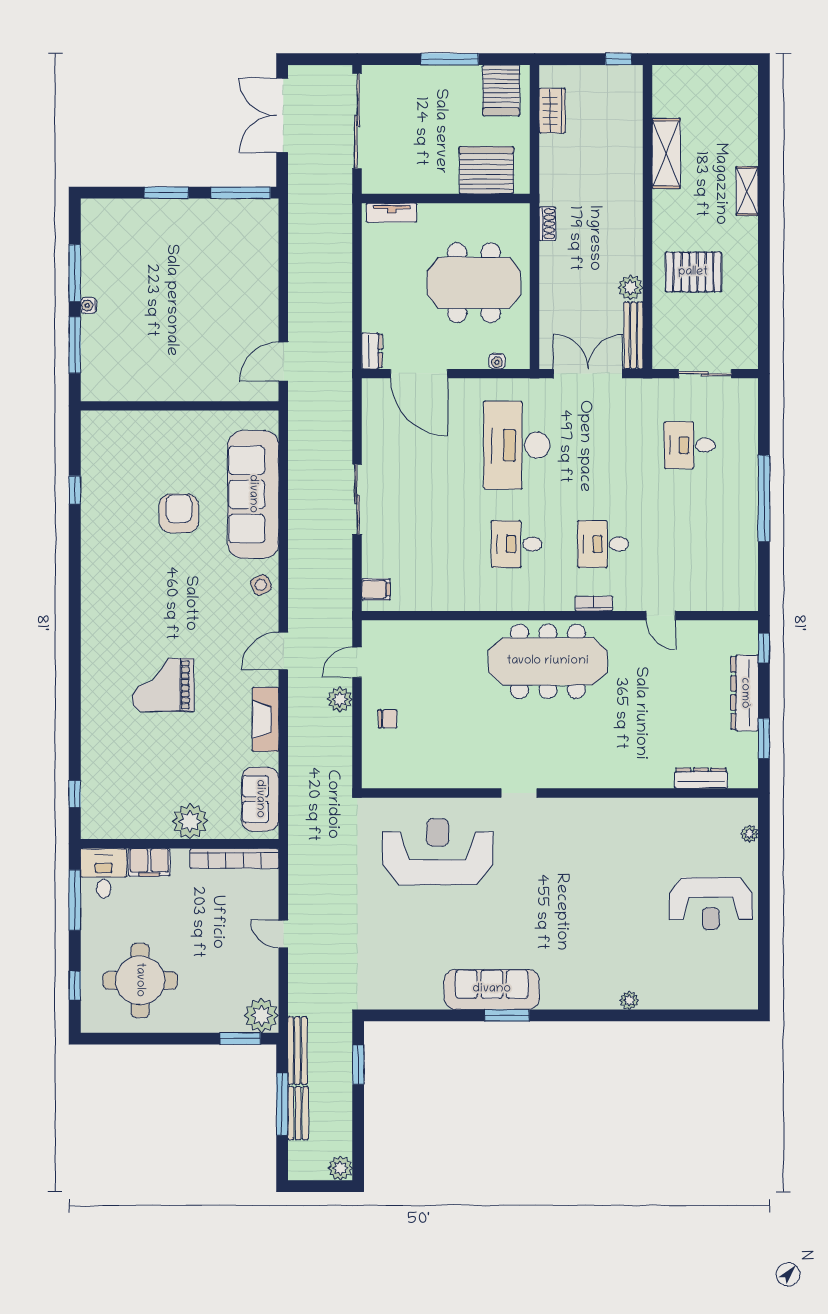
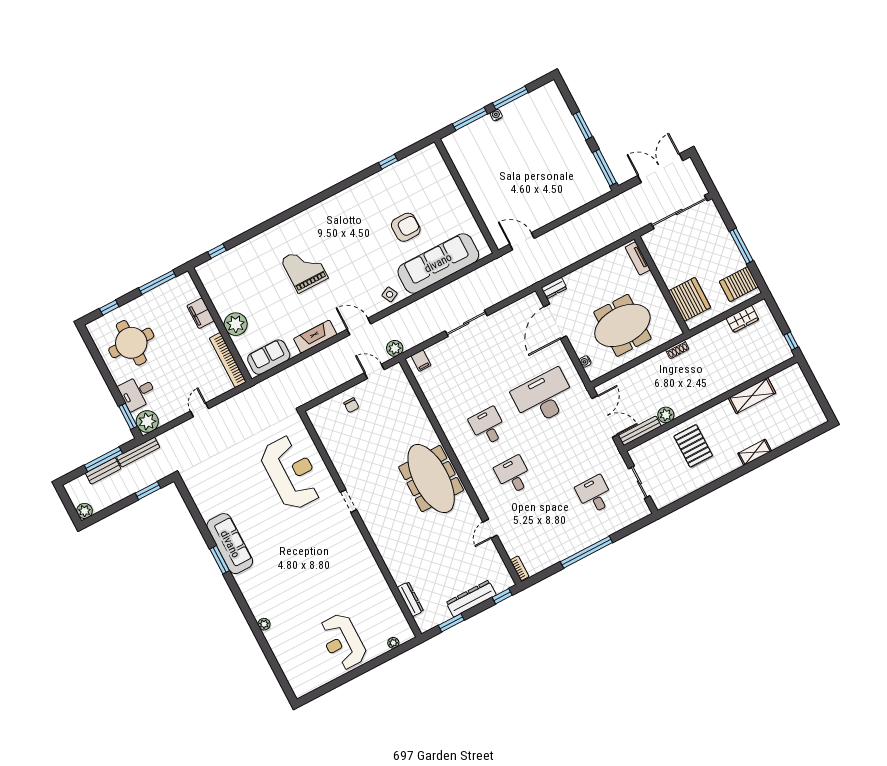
meeting table: (474, 283) -> (622, 325), turned 90
bookcase: (594, 604) -> (519, 568), moved
plant: (340, 699) -> (395, 348), moved
desk: (104, 873) -> (138, 392), moved, turned 180

